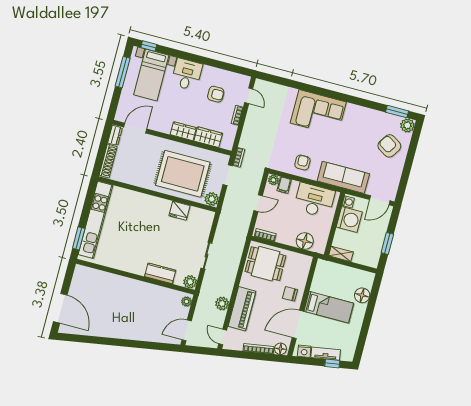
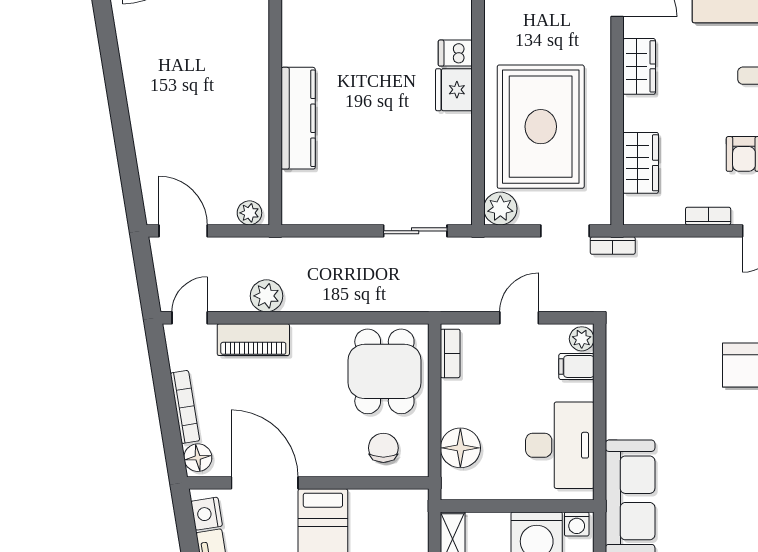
wardrobe: (183, 131) -> (639, 66), moved
armchair: (302, 162) -> (639, 395), removed
dishwasher: (144, 201) -> (455, 53), added
door: (258, 203) -> (519, 318), swing flipped
fridge: (179, 211) -> (454, 90), moved
sliding door: (206, 256) -> (415, 231), moved
kitchen counter: (160, 273) -> (298, 118), width x1.50
plant: (190, 282) -> (297, 209), removed
chair: (290, 294) -> (383, 448), moved
piano: (242, 309) -> (253, 340), width x0.73, depth x0.75

